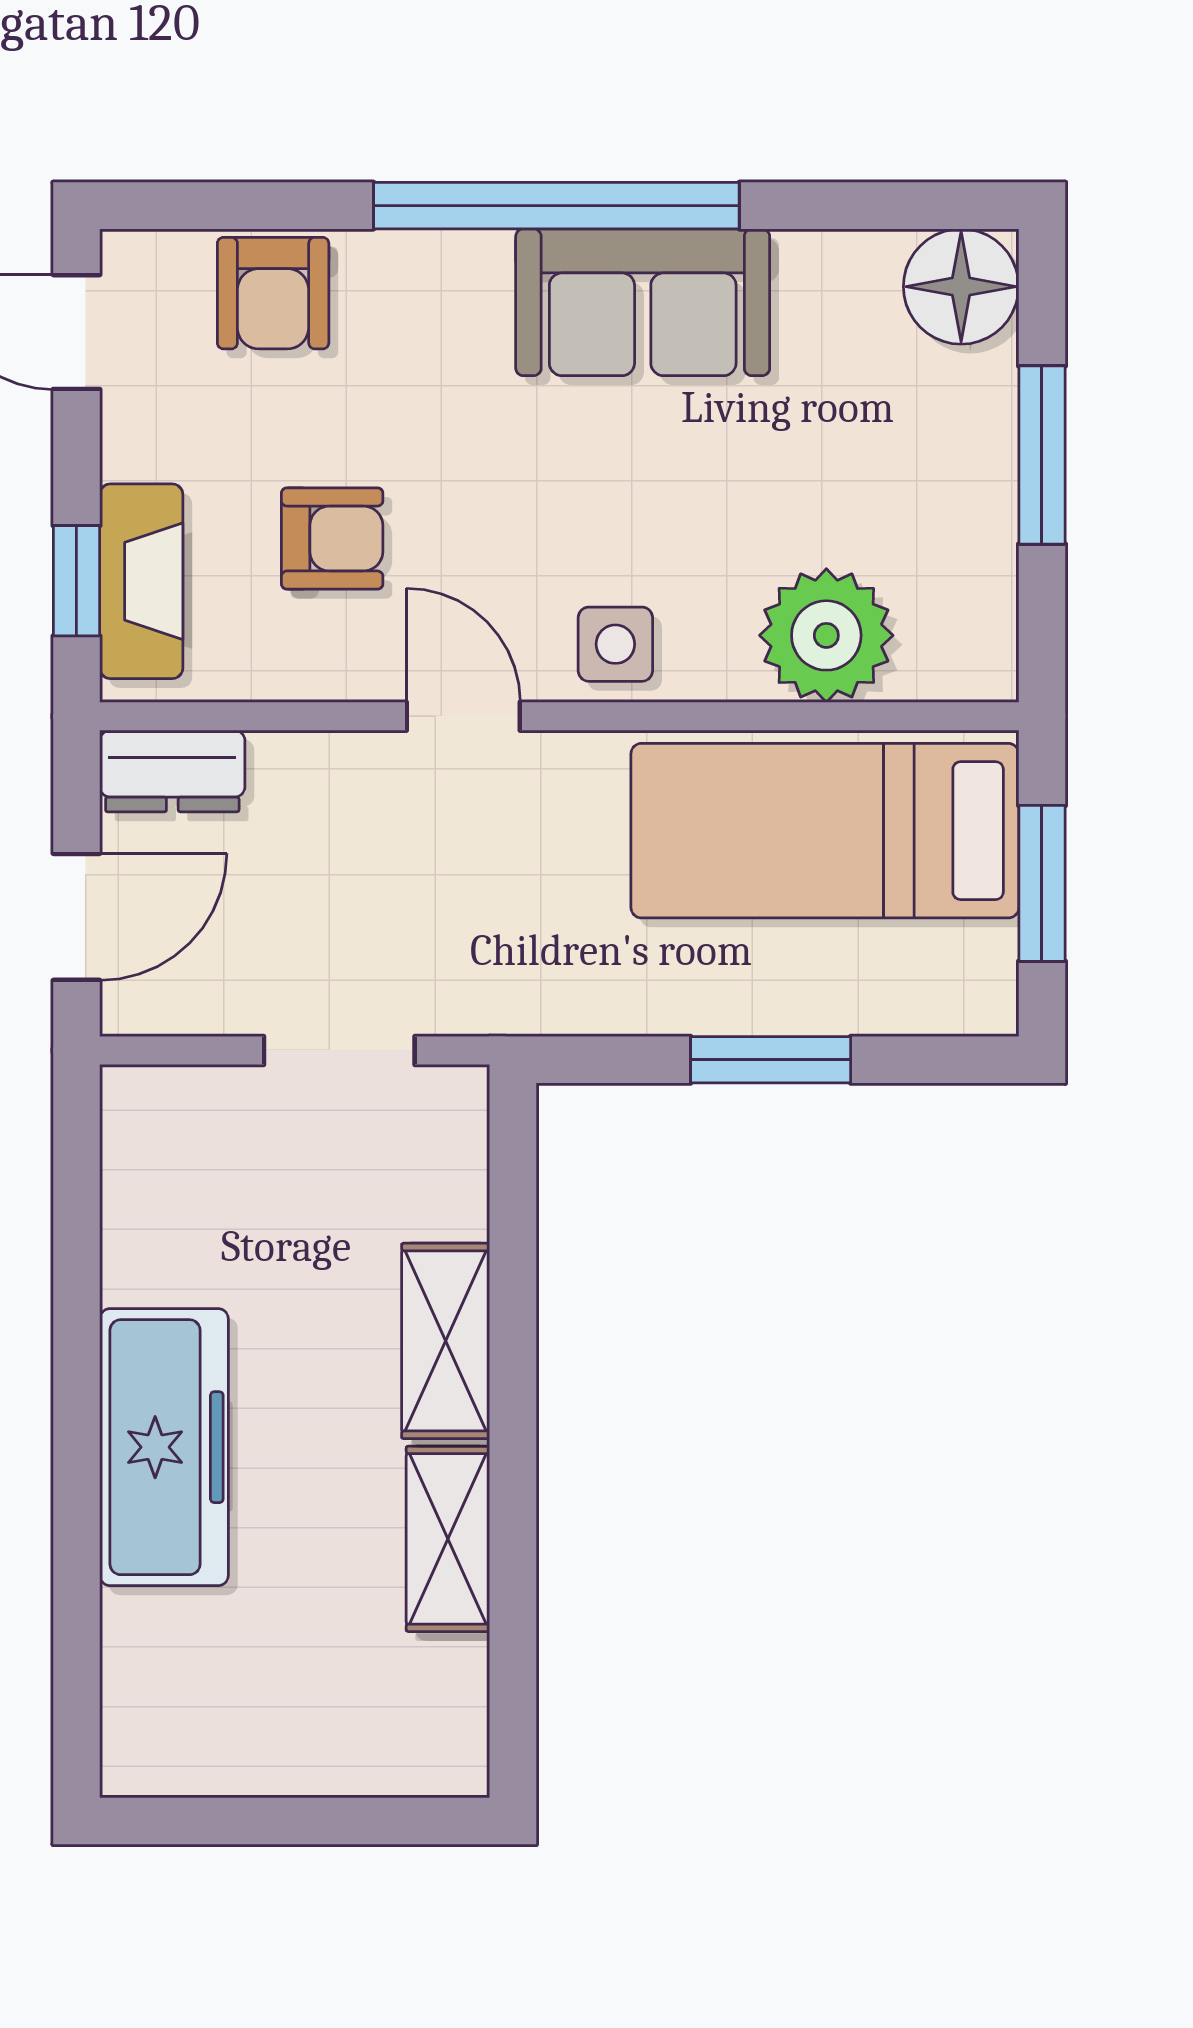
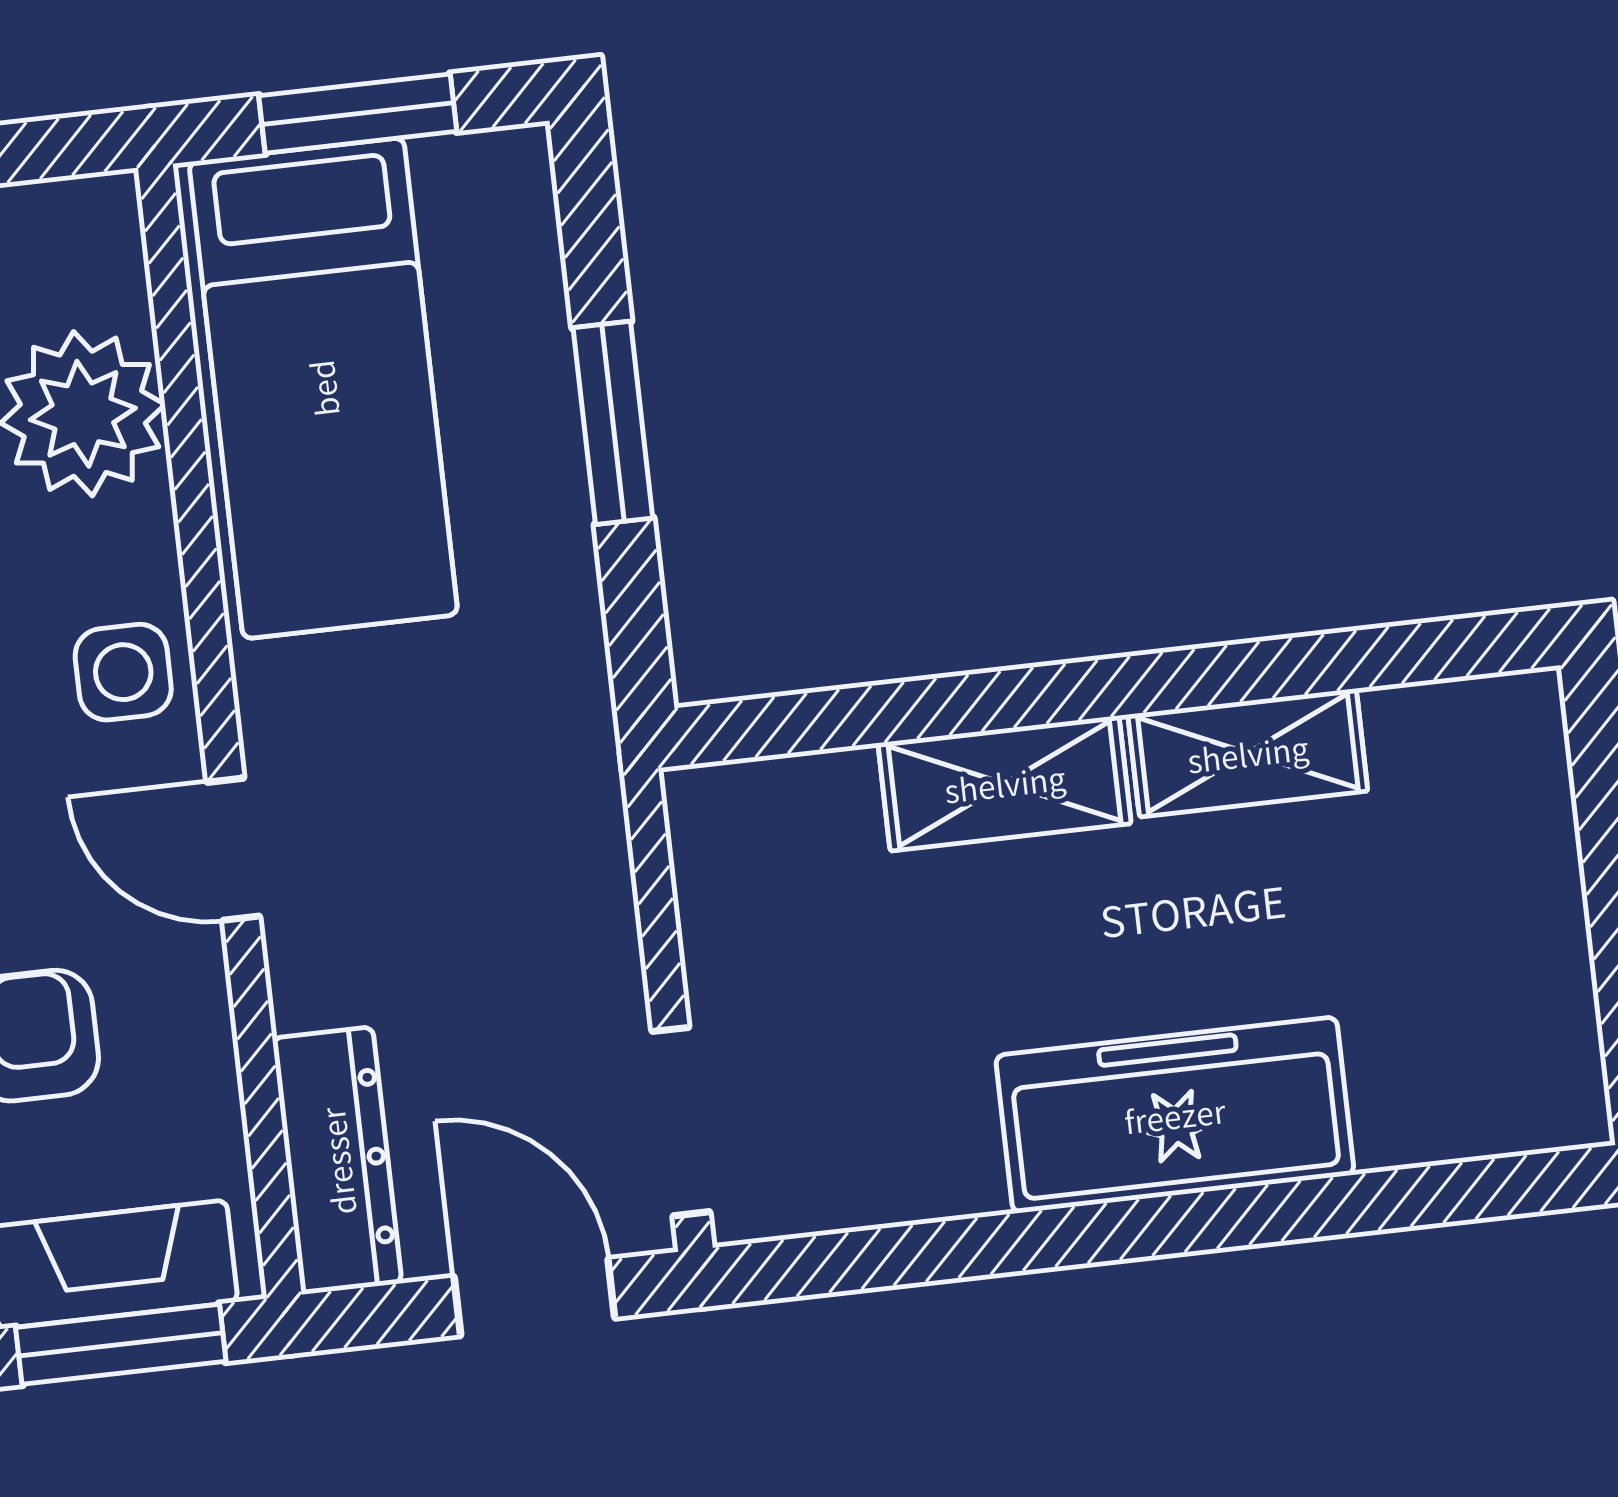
window: (76, 581) -> (121, 1344), width x1.50
door: (463, 716) -> (233, 849), hinge flipped
dresser: (172, 771) -> (337, 1161), width x1.44
doorway: (339, 1050) -> (681, 1122), moved

